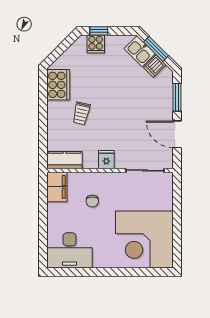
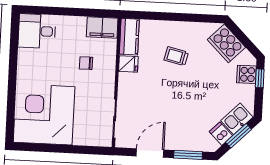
cooker: (58, 85) -> (226, 43), moved, turned 45
fridge: (106, 160) -> (128, 64), moved
desk: (70, 250) -> (37, 31), width x0.73

